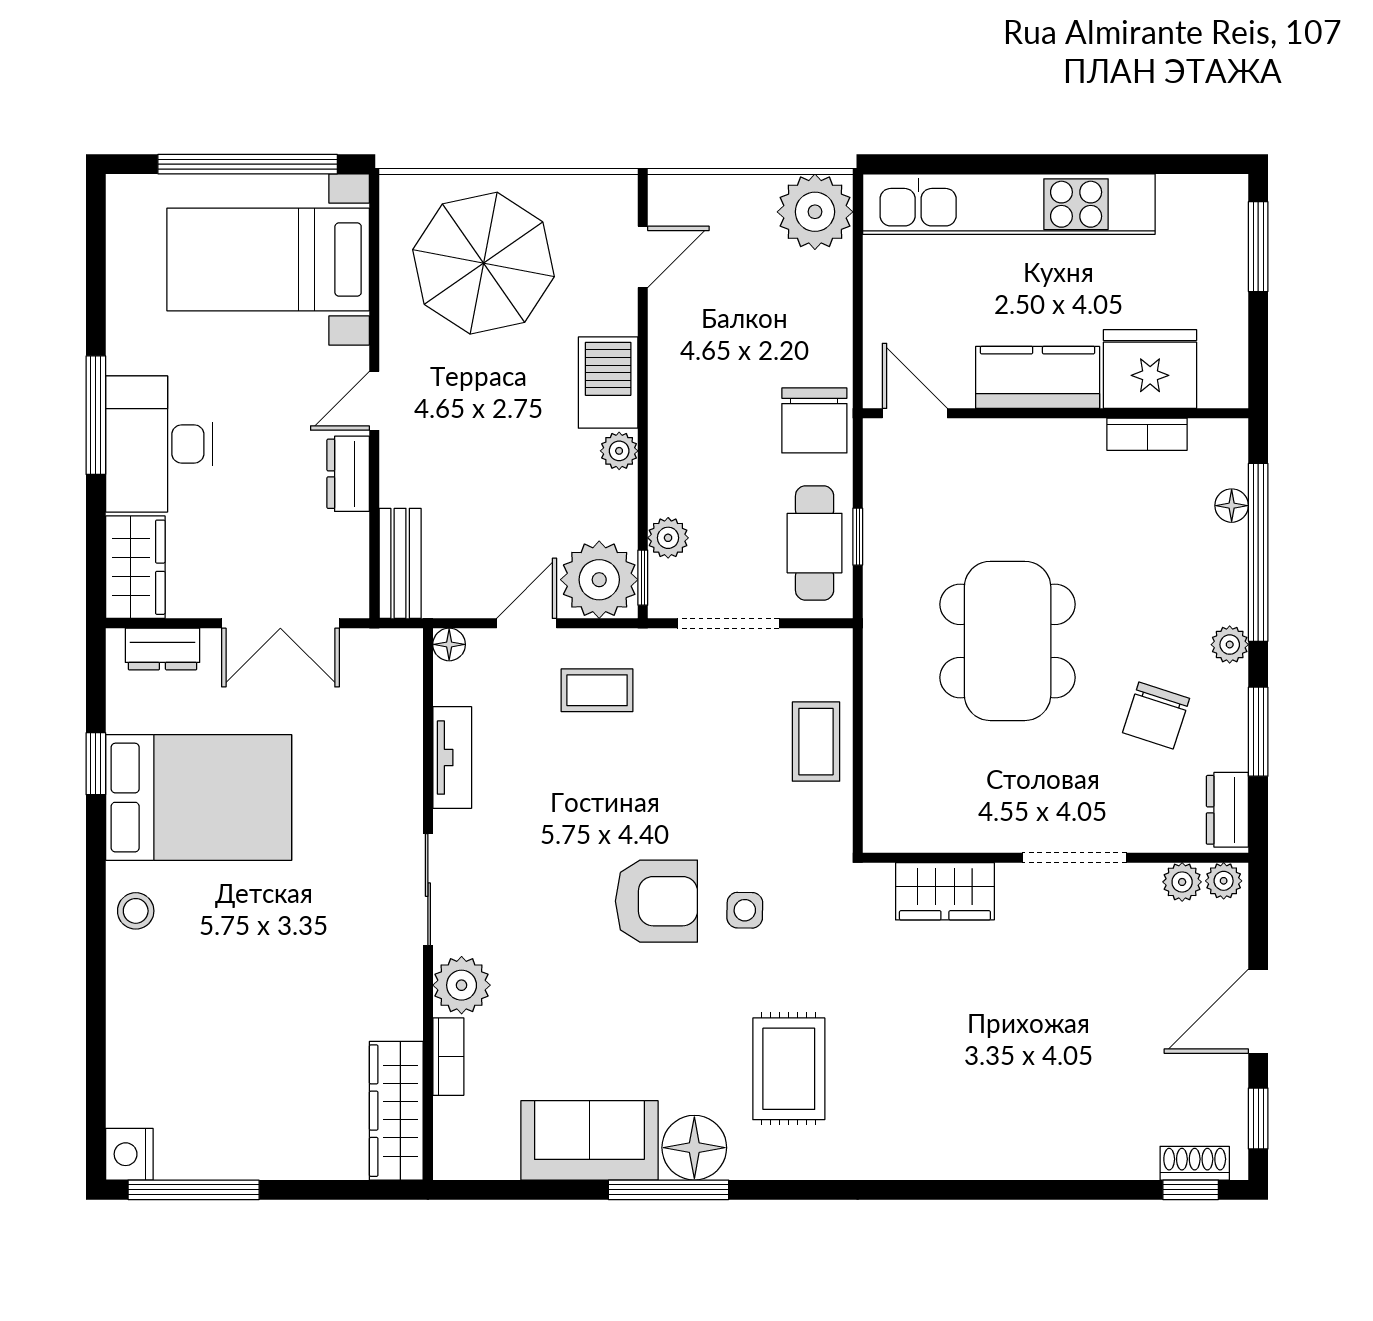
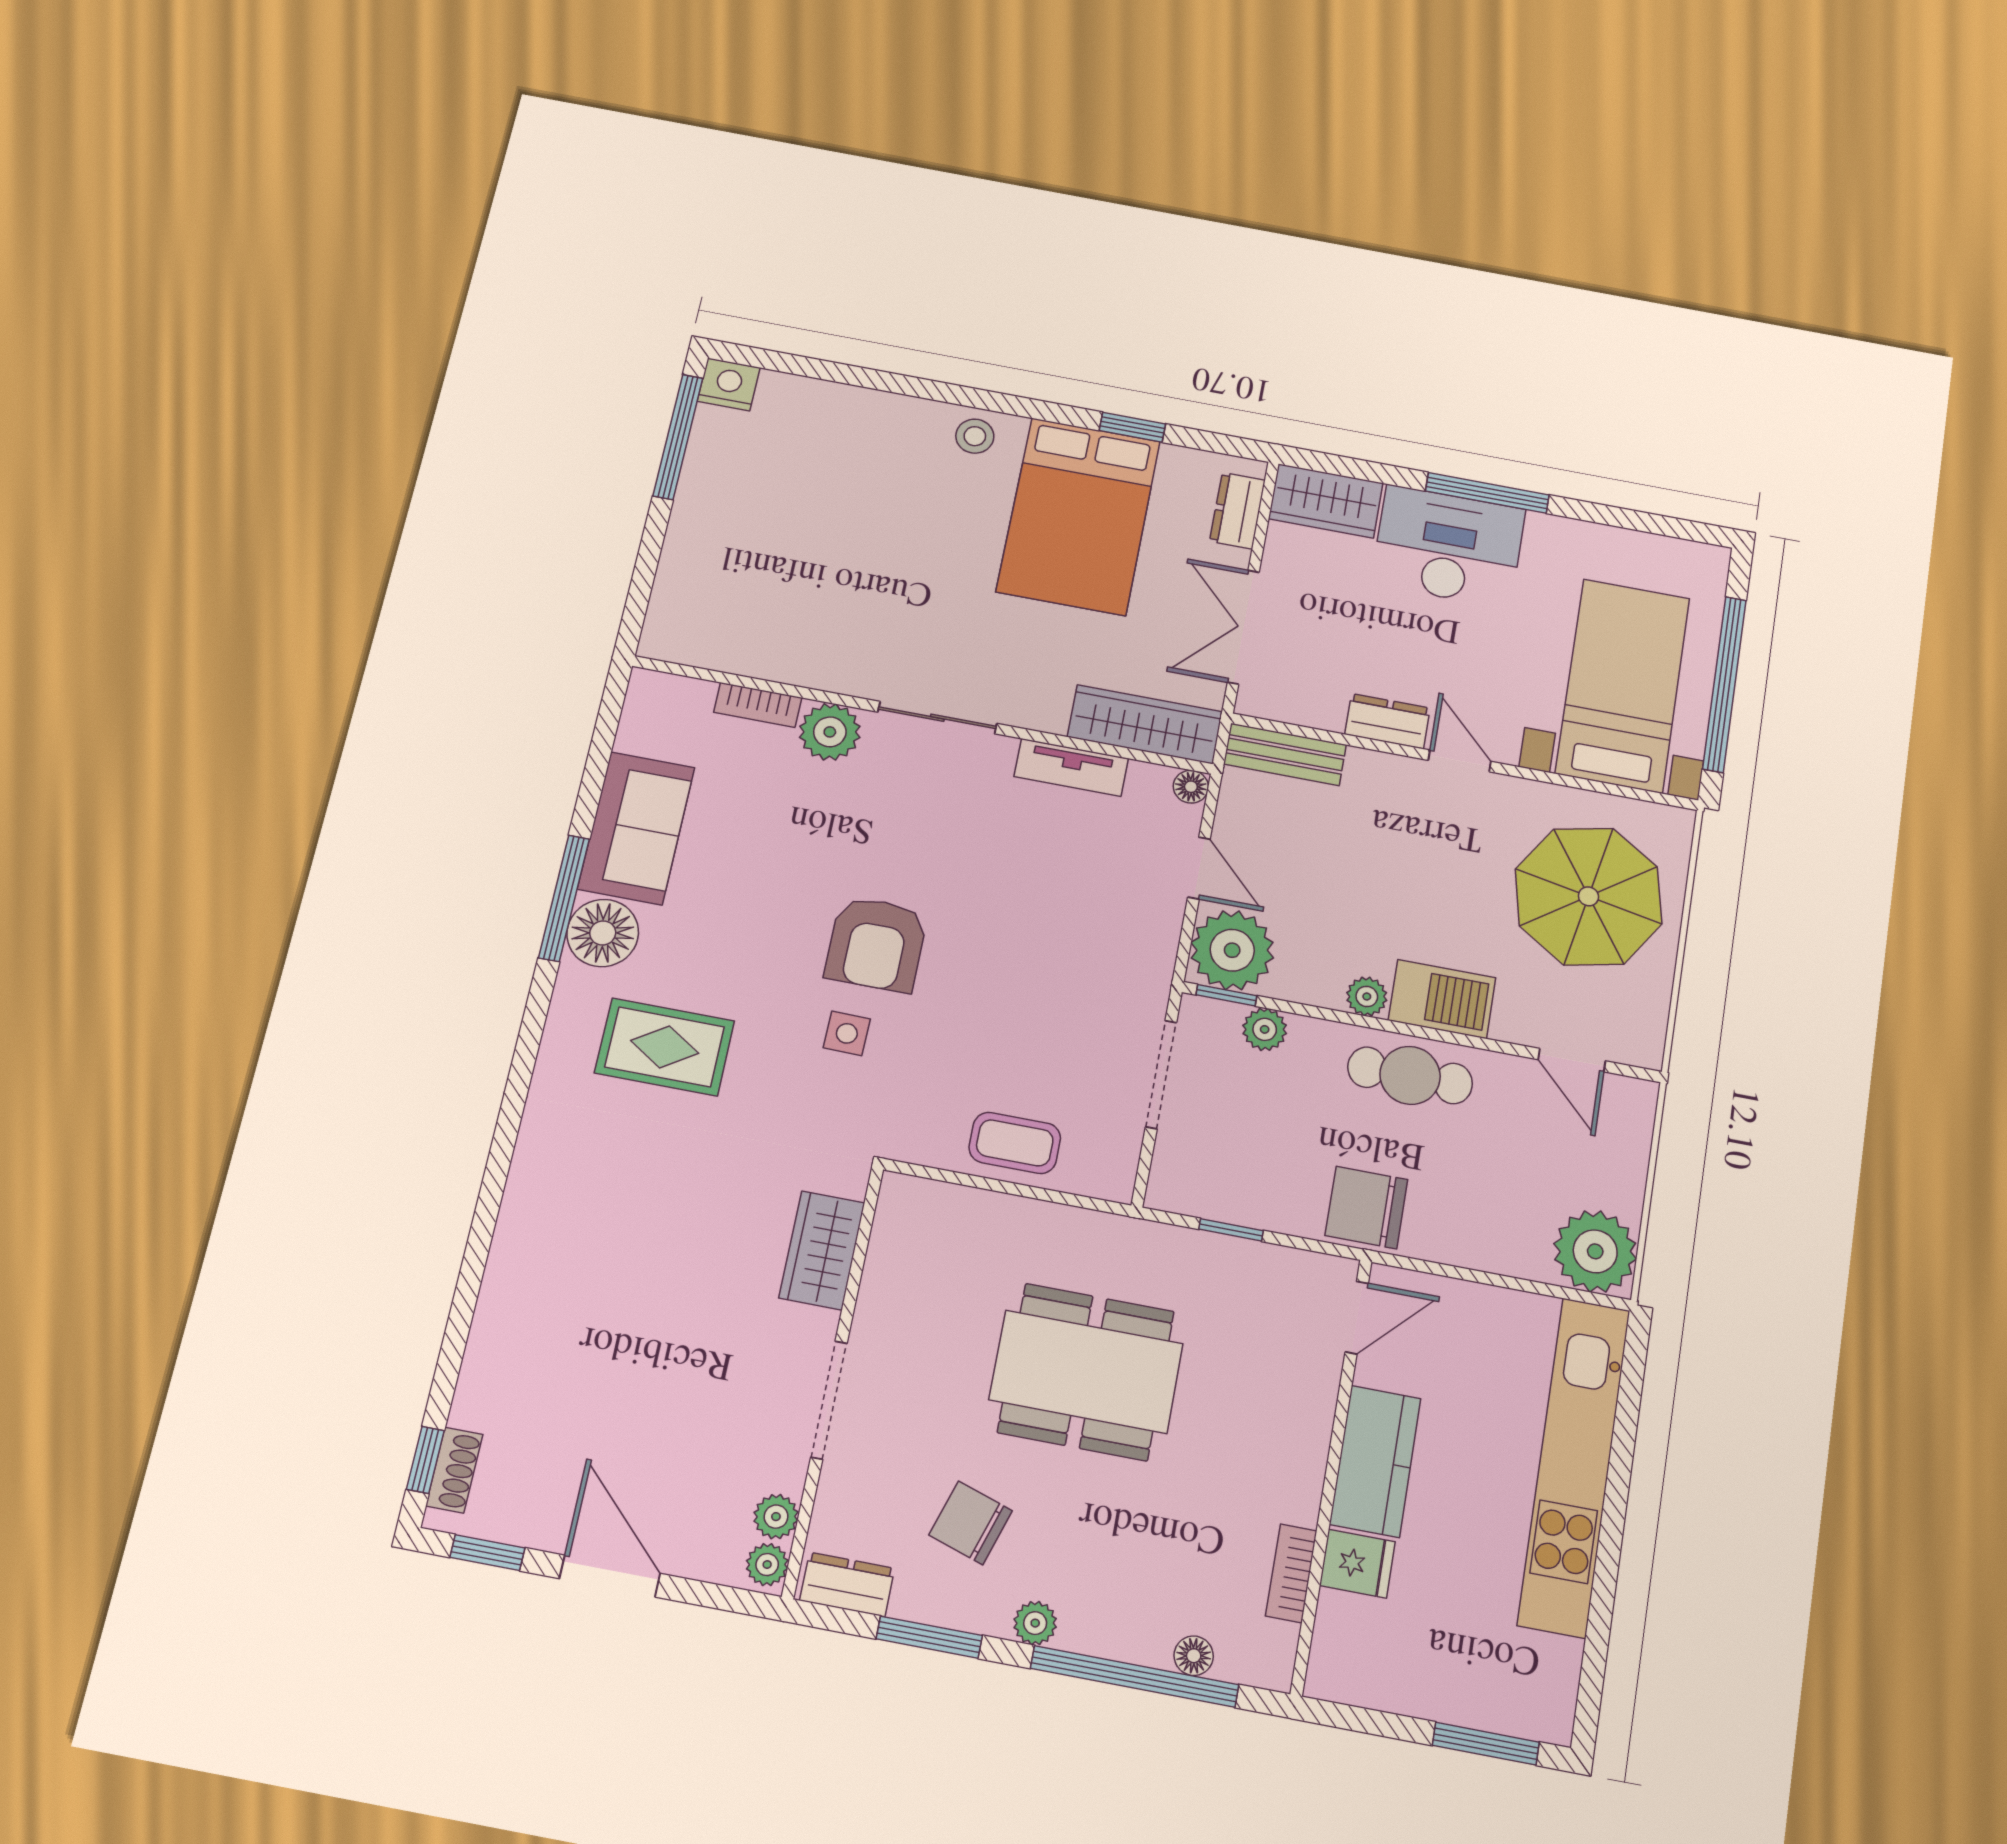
fridge: (1150, 369) -> (1357, 1564), width x0.53, depth x0.75
cafe table: (815, 543) -> (1410, 1075), moved
coffee table: (597, 690) -> (1114, 926), removed
wardrobe: (396, 1111) -> (1145, 724), moved

